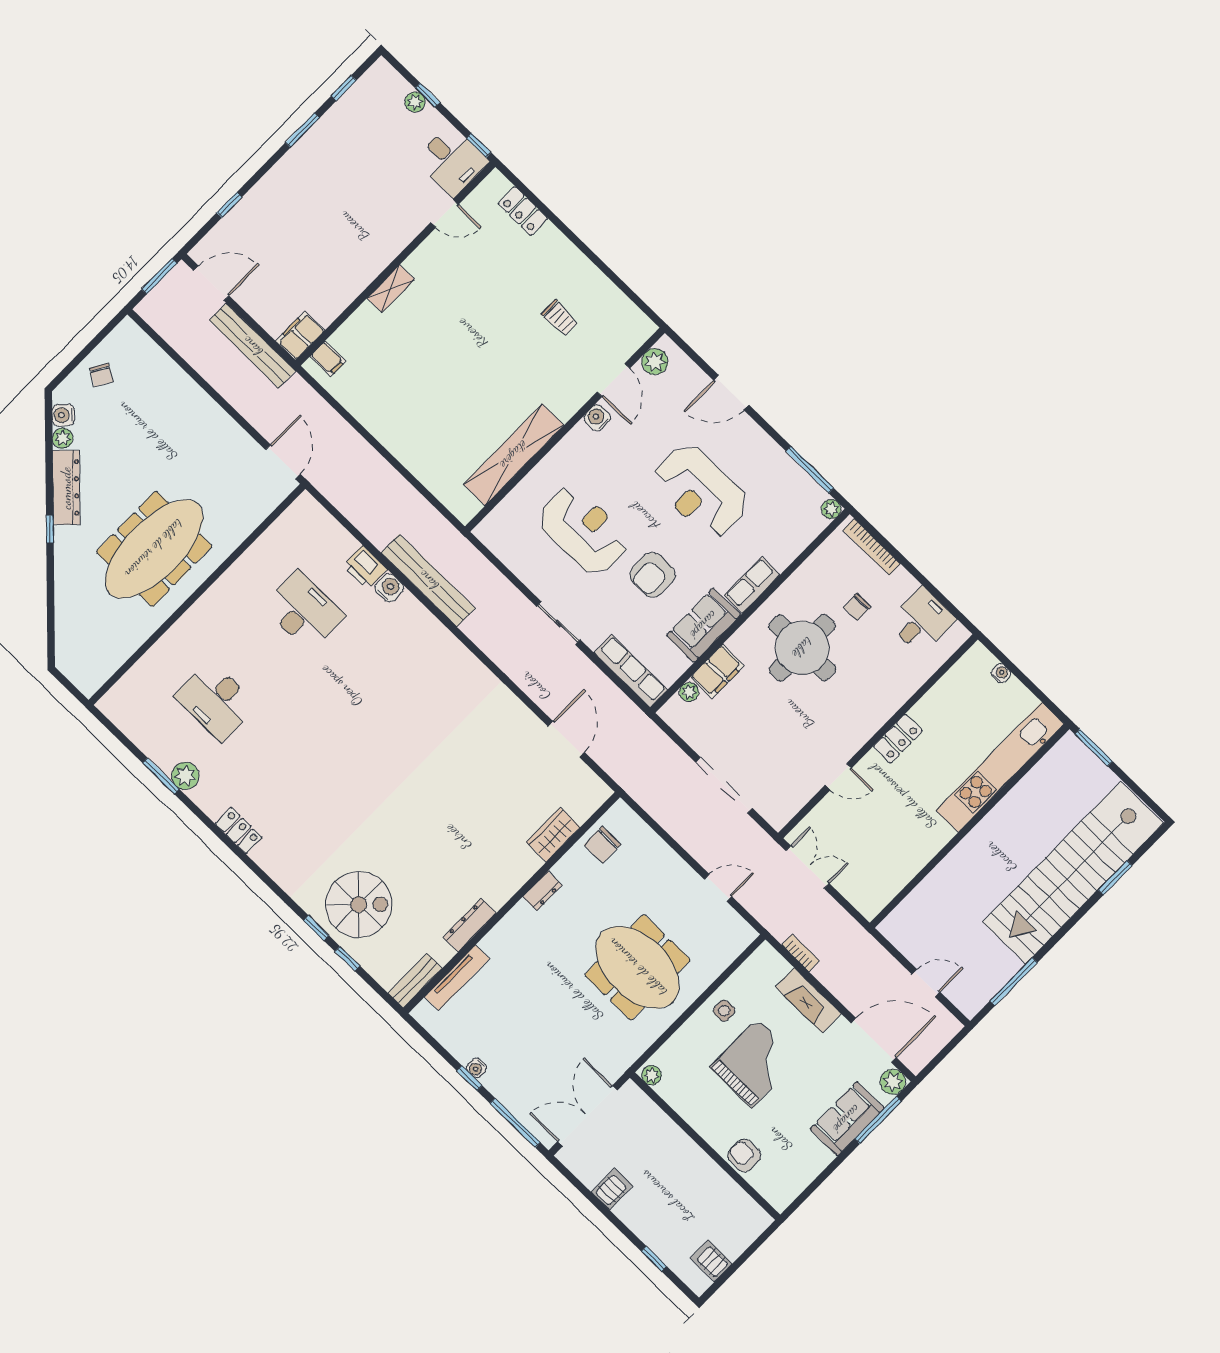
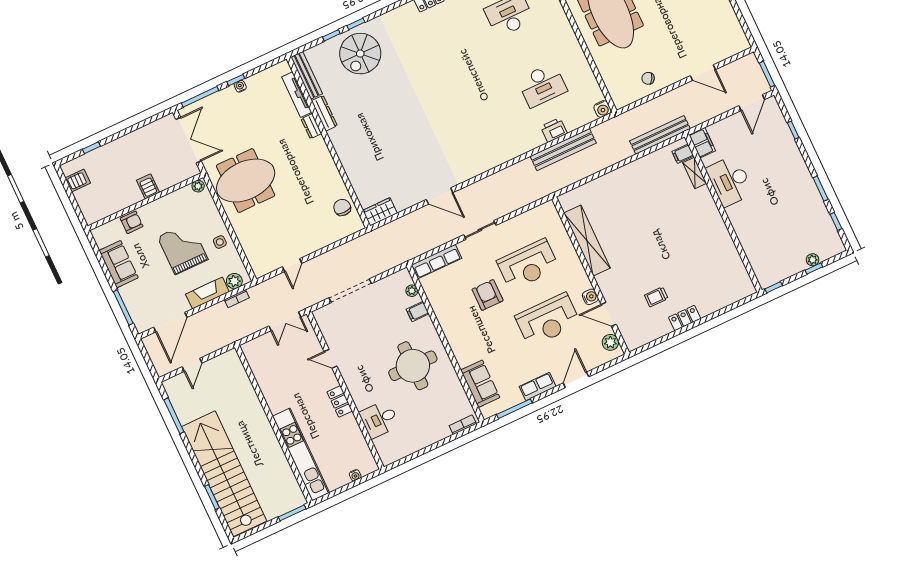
desk: (452, 161) -> (730, 181), moved, width x1.37
locker: (523, 211) -> (685, 318), moved
door: (445, 214) -> (742, 253), removed
shelving: (391, 289) -> (695, 173), moved
bench: (252, 346) -> (660, 135), moved
chair: (101, 375) -> (648, 78), moved
door: (283, 462) -> (703, 73), moved
reception desk: (700, 491) -> (548, 320), moved, turned 180
plant: (831, 509) -> (487, 413), removed
bookcase: (872, 547) -> (463, 425), width x0.64
bench: (428, 580) -> (563, 150), moved
row of seats: (752, 585) -> (538, 387), moved, turned -90
water cooler: (389, 588) -> (602, 109), moved
chair: (857, 607) -> (425, 406), removed
desk: (921, 621) -> (379, 419), moved, turned 90
sofa: (704, 625) -> (480, 384), moved
filing cabinet: (717, 671) -> (418, 311), width x0.50
door: (566, 739) -> (440, 196), moved
door: (838, 777) -> (331, 359), hinge flipped
wardrobe: (553, 835) -> (380, 212), moved, turned -90
dresser: (542, 891) -> (311, 126), moved
meeting table: (637, 967) -> (246, 181), moved
bench: (415, 981) -> (307, 75), width x1.36
grand piano: (754, 1063) -> (183, 248), turned 180
plant: (893, 1082) -> (234, 281), moved
sofa: (847, 1119) -> (119, 264), moved
server rack: (612, 1189) -> (148, 186), moved, turned 180

